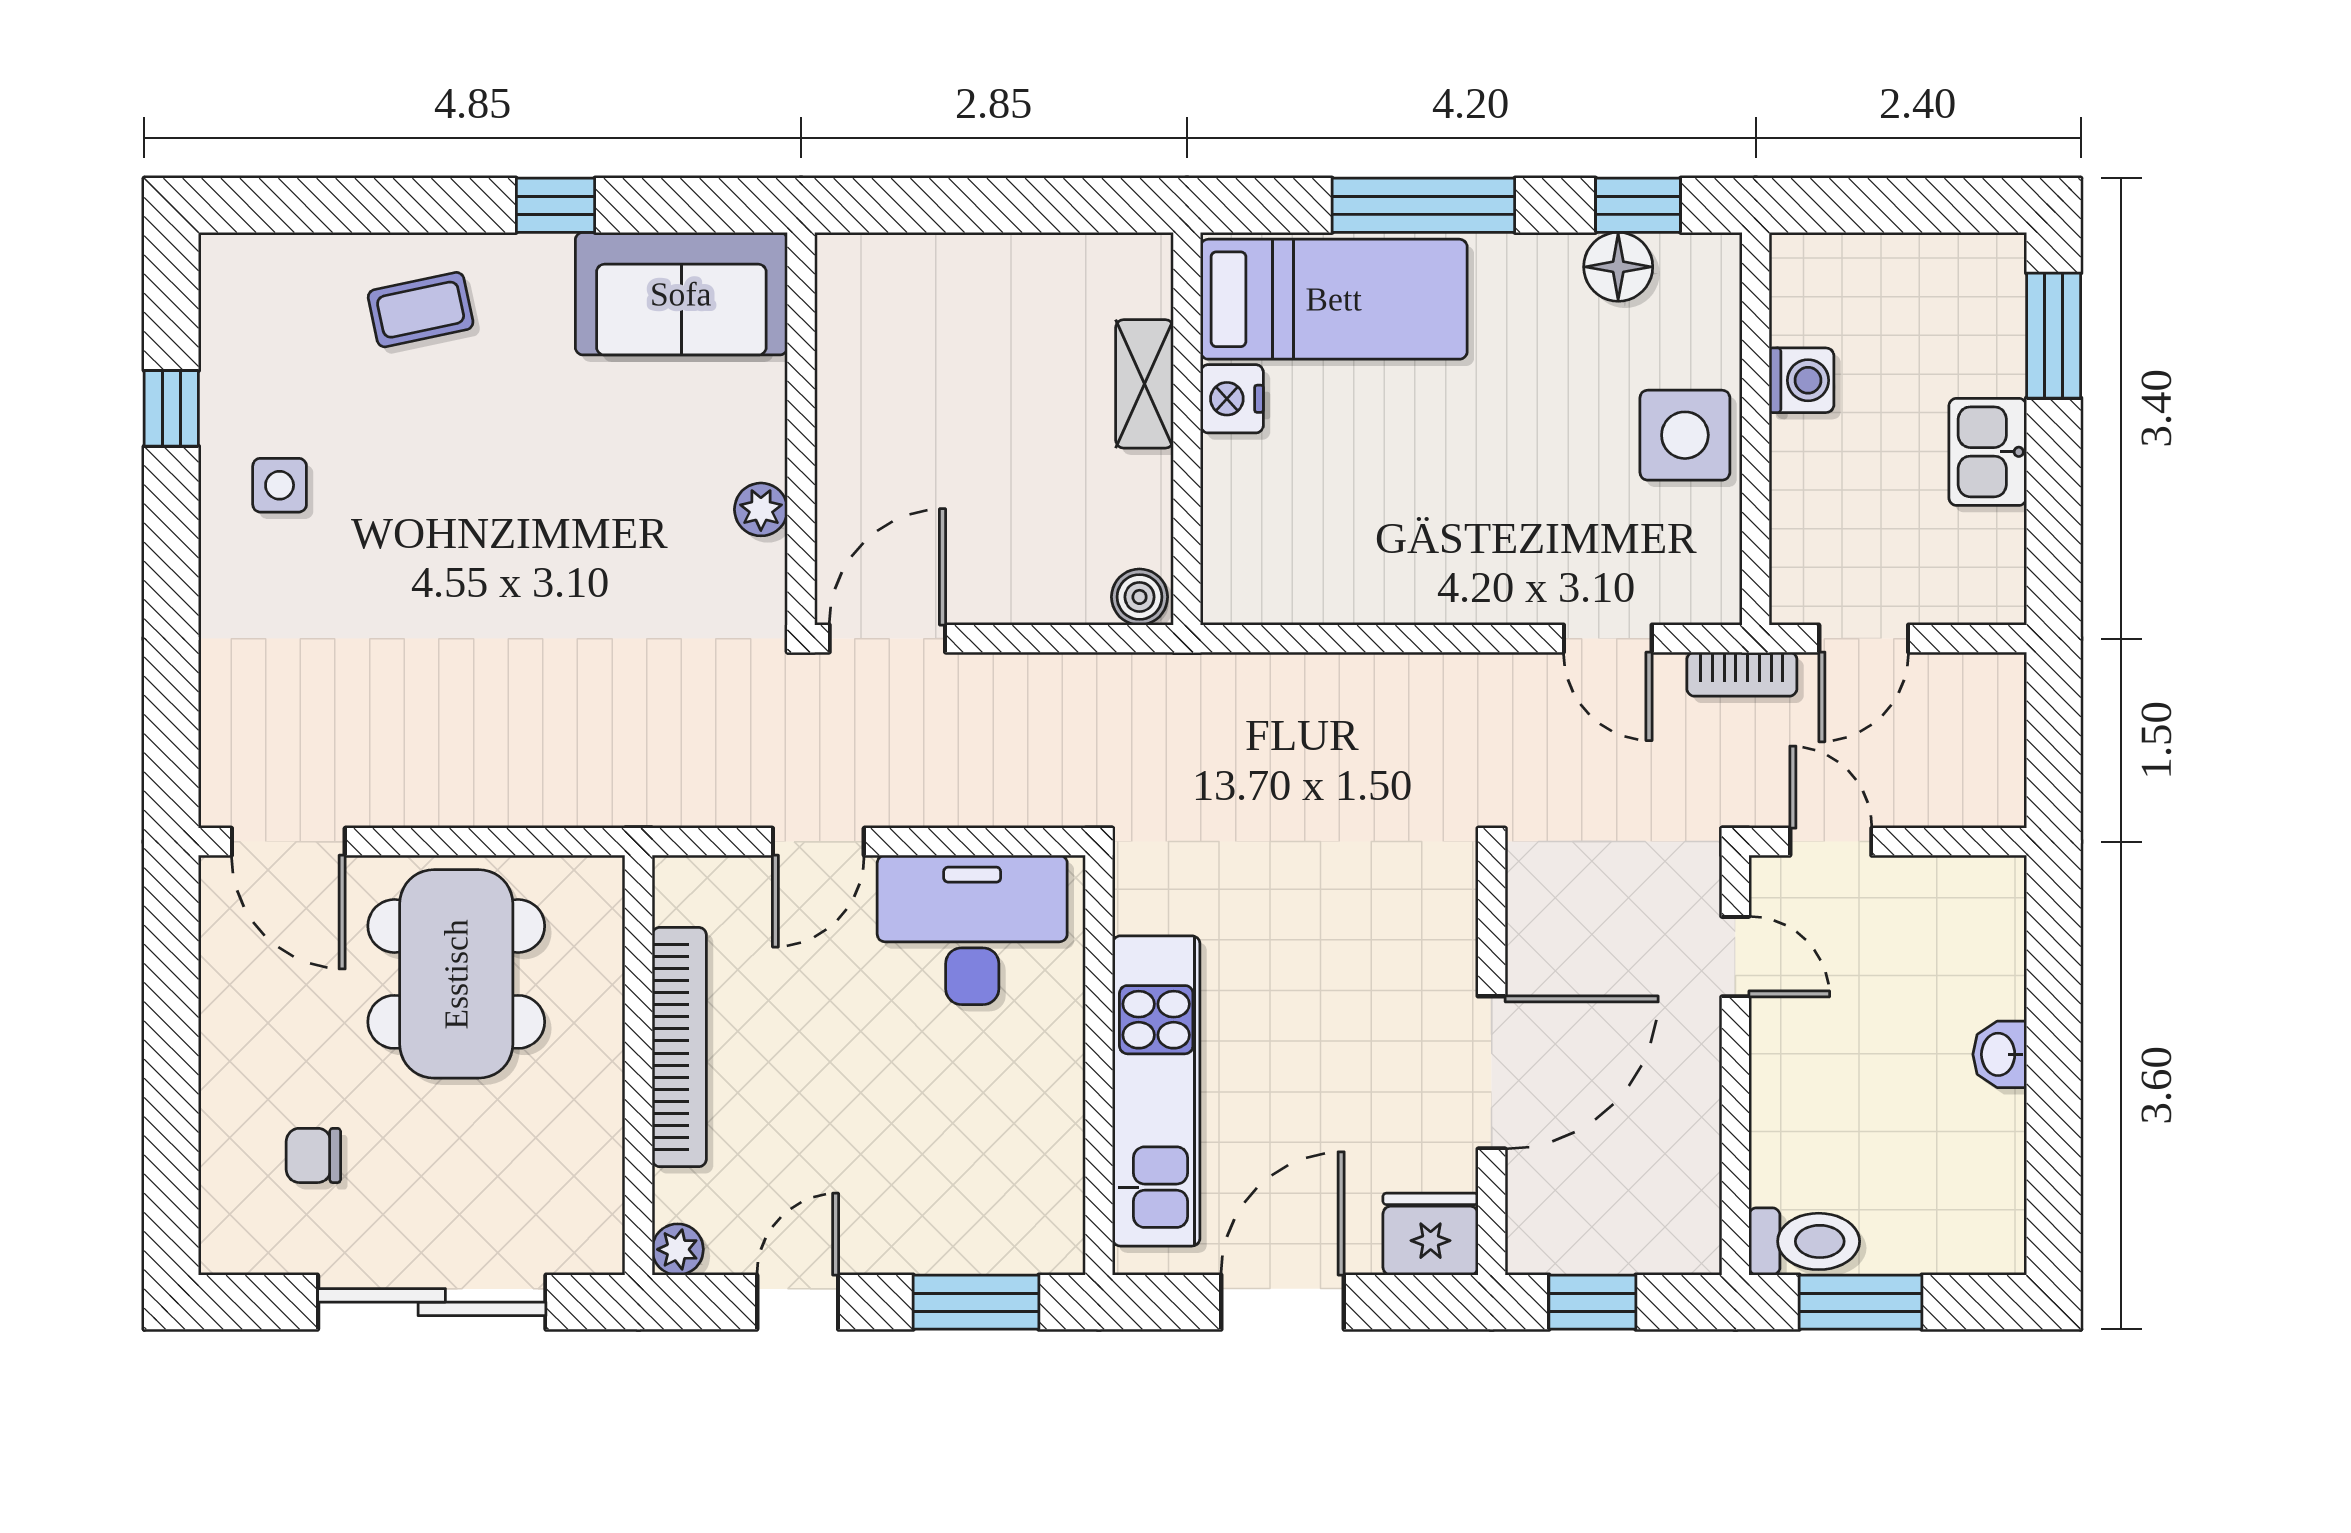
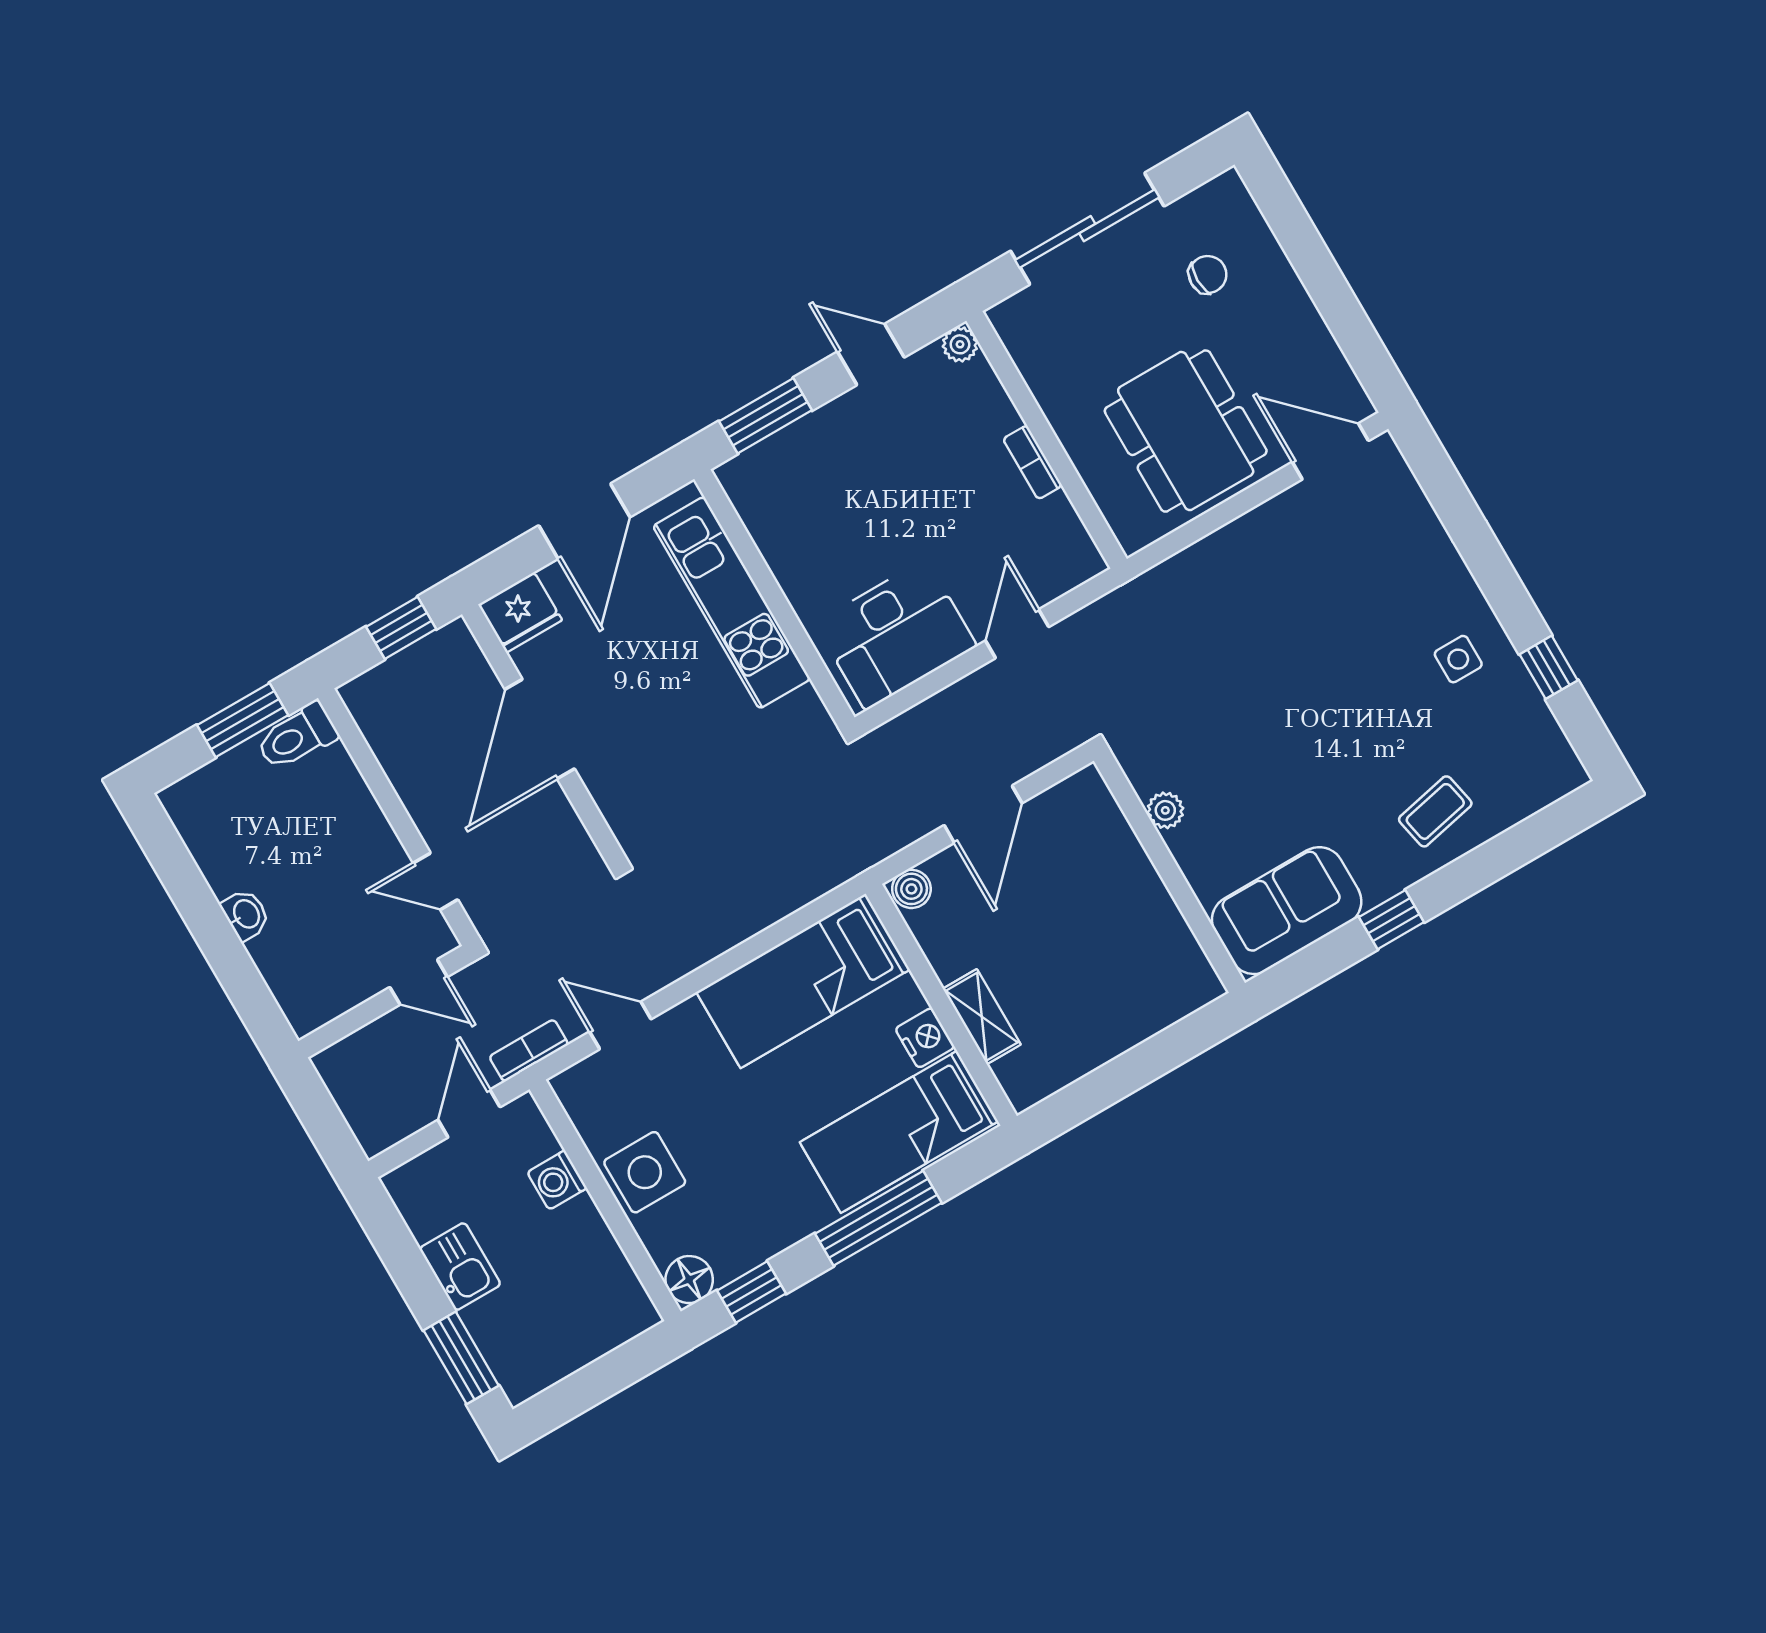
floor lamp: (1618, 267) -> (689, 1280), moved
washing machine: (1802, 380) -> (557, 1180), moved
bed: (1344, 560) -> (803, 981), added
door: (887, 639) -> (983, 814), moved
bookcase: (679, 1047) -> (1033, 462), width x0.43, depth x0.76
door: (798, 1302) -> (871, 354), swing flipped

